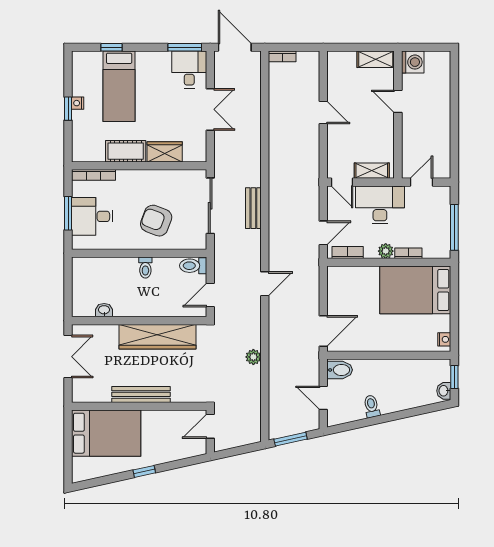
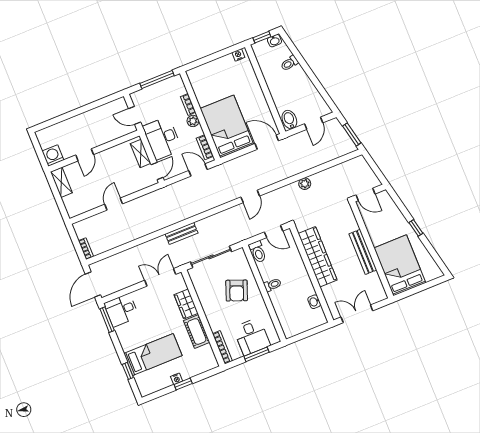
double door: (210, 109) -> (160, 277), moved
bench: (253, 208) -> (182, 233), moved
door: (265, 284) -> (250, 196), swing flipped
bed: (415, 290) -> (227, 126), moved, turned 180
toilet: (372, 406) -> (290, 63), moved

